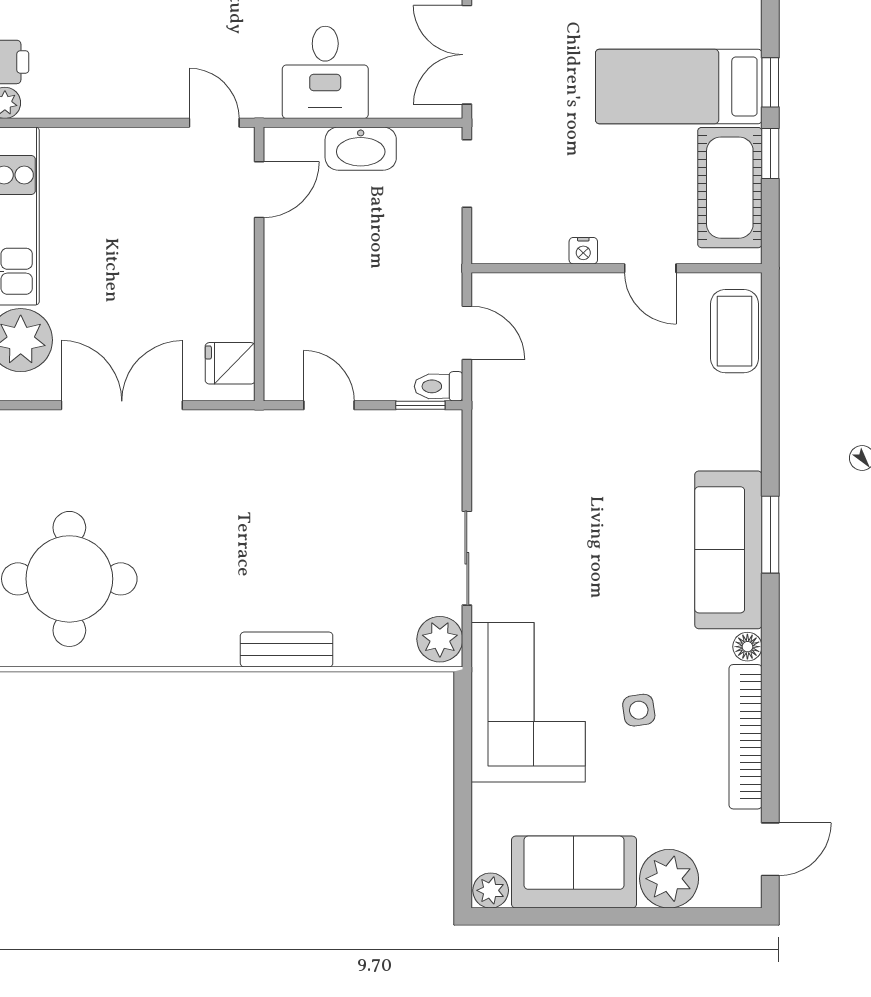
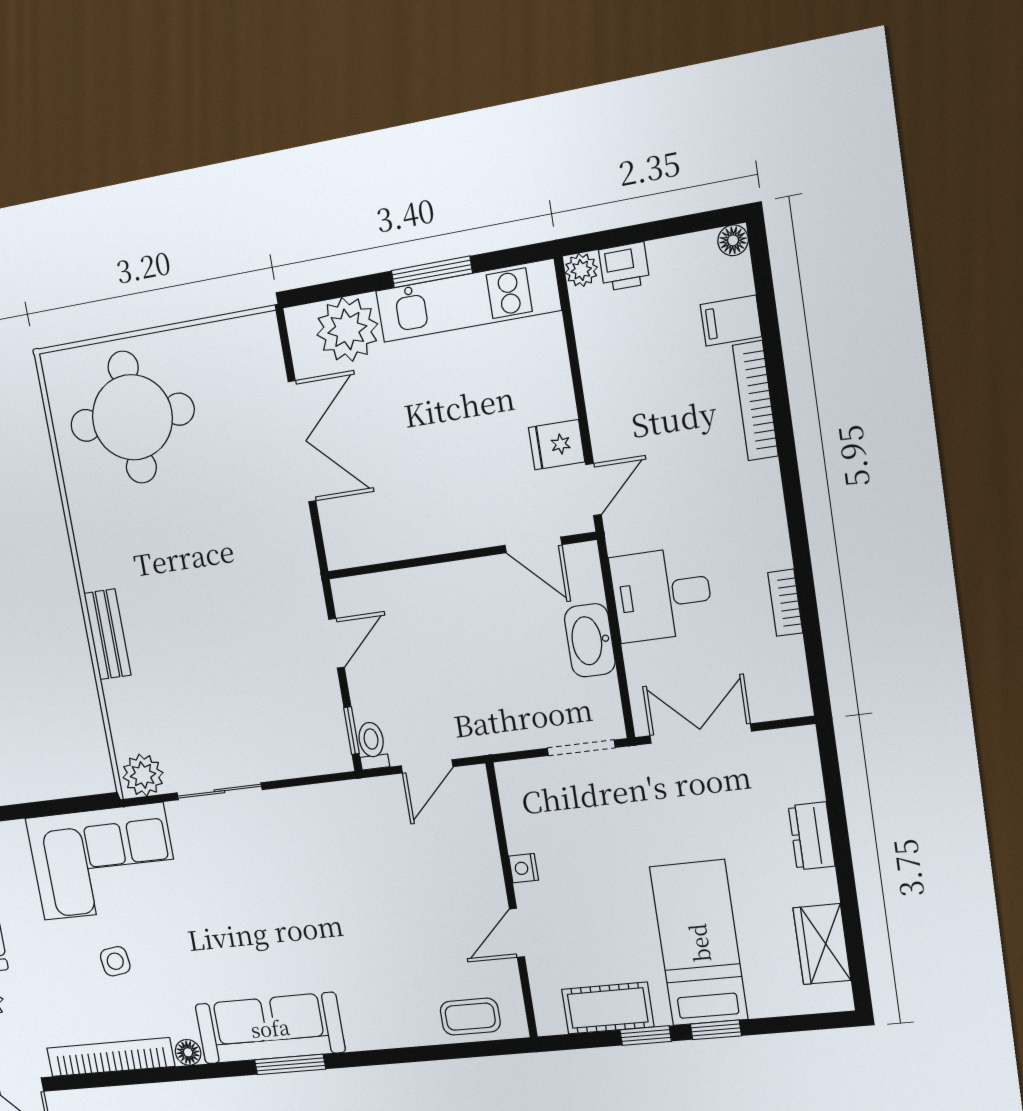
cot: (730, 188) -> (608, 1008), width x0.73, depth x0.75
coffee table: (735, 331) -> (470, 1017), width x0.73, depth x0.77
fridge: (230, 363) -> (557, 445), moved, turned -90

